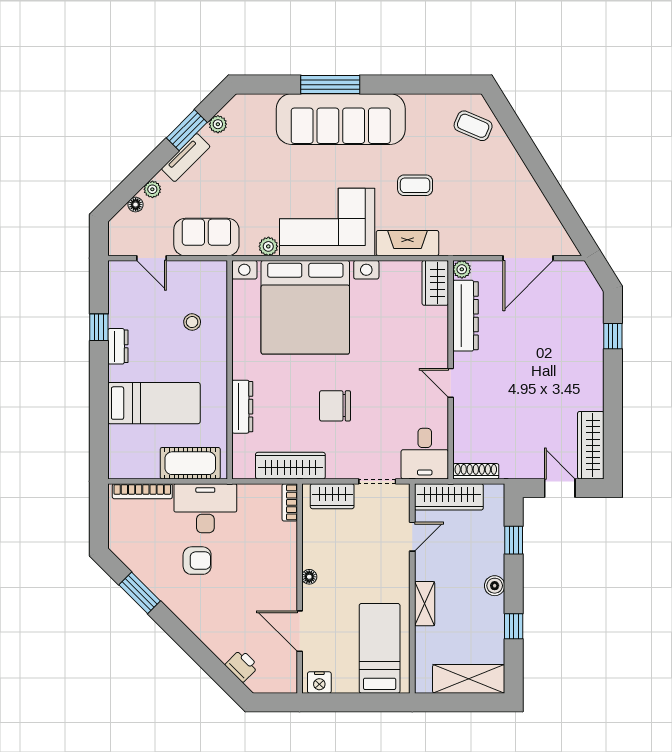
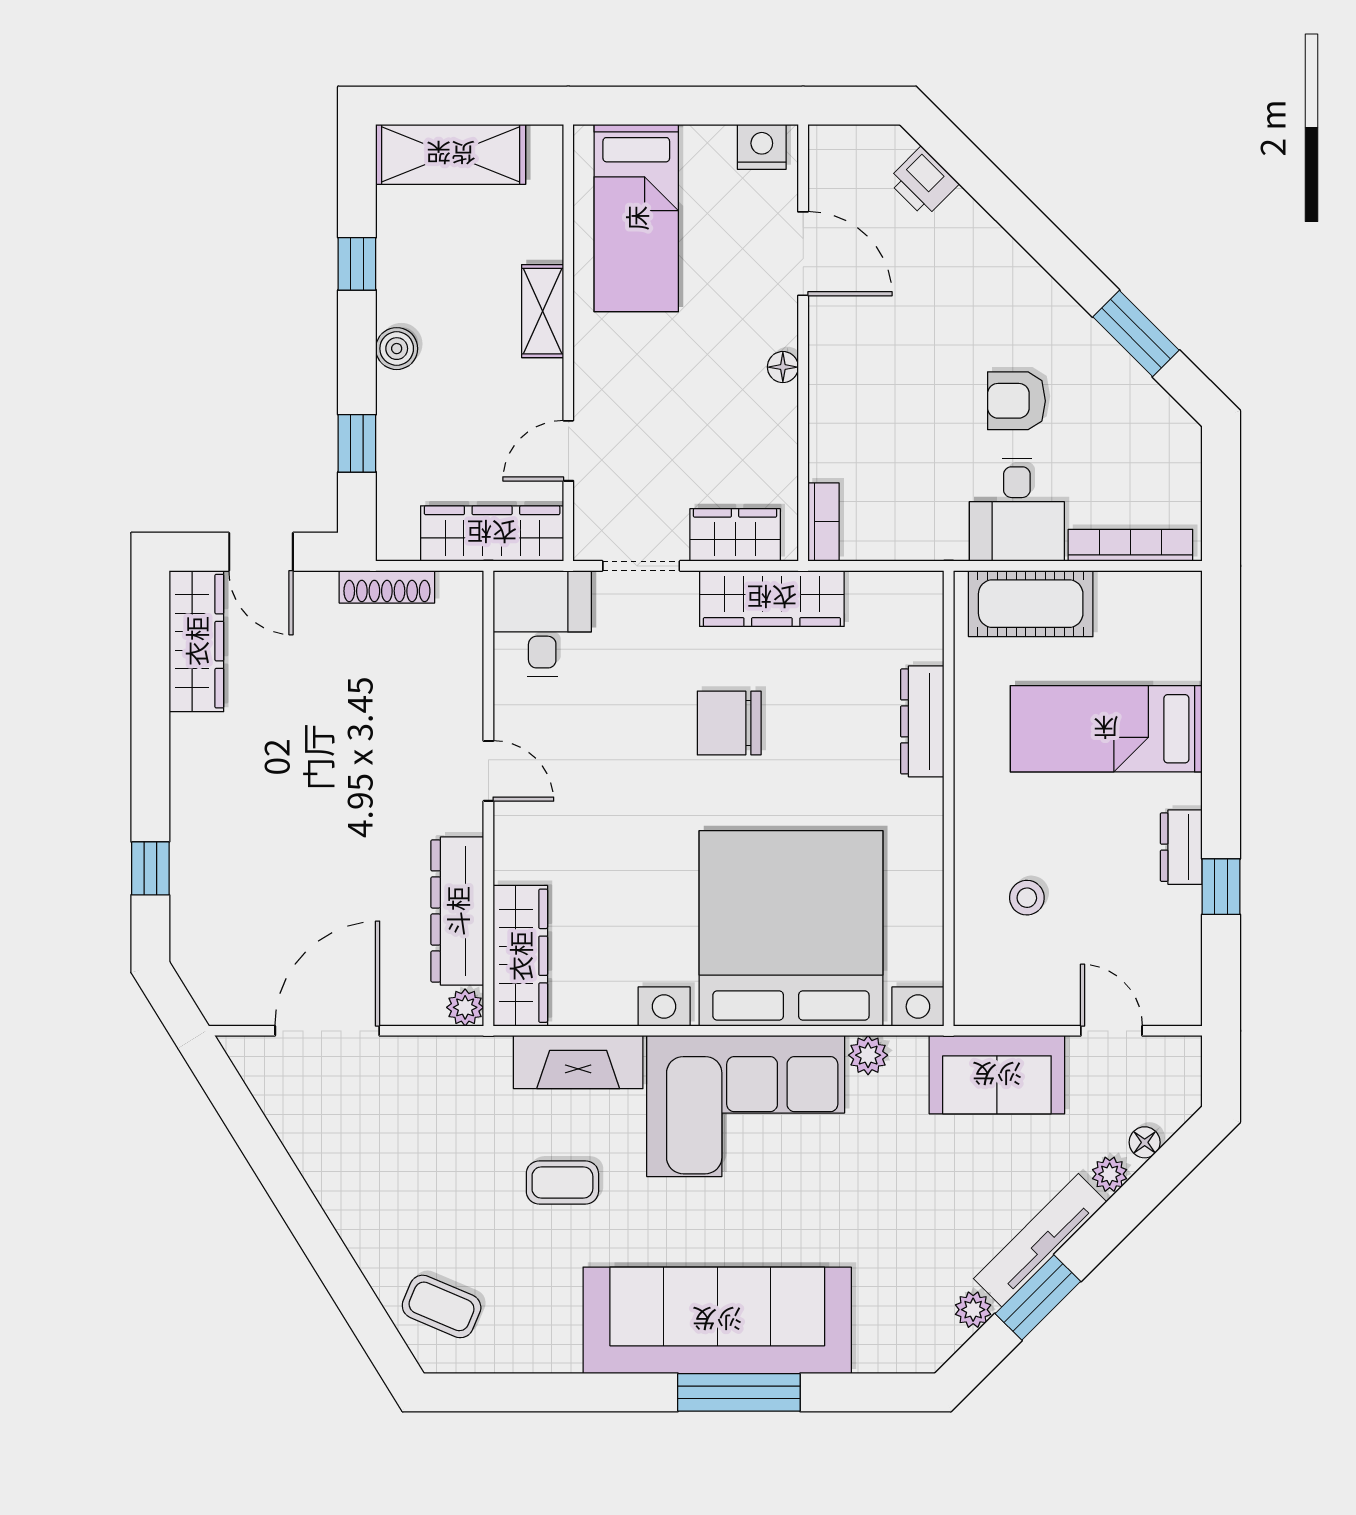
tv unit: (186, 158) -> (1040, 1240), width x1.41
wardrobe: (435, 283) -> (520, 956), width x1.50
chair: (335, 406) -> (729, 723), turned 180
wardrobe: (290, 466) -> (772, 598), moved
shoe rack: (476, 471) -> (387, 587), moved
desk: (205, 508) -> (1017, 510), width x0.73

